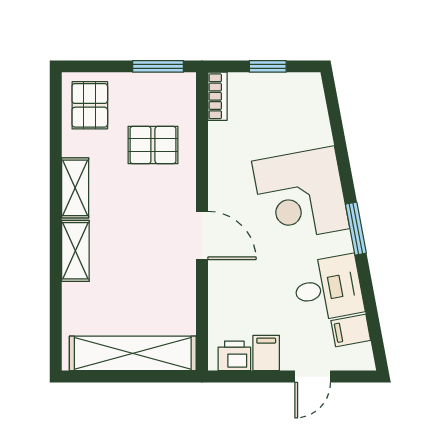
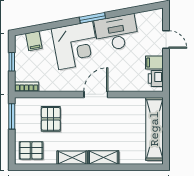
desk: (328, 288) -> (117, 33), width x1.37
filing cabinet: (351, 330) -> (34, 41), moved

